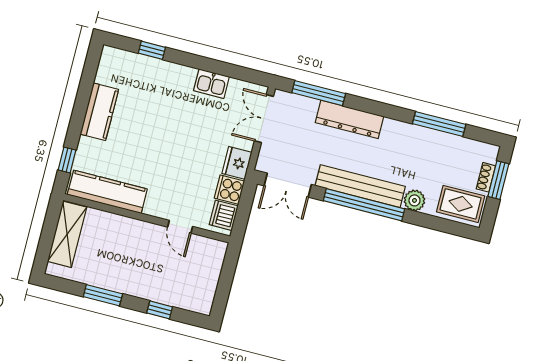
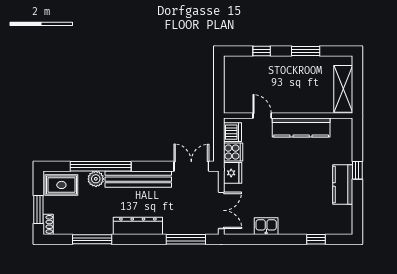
dresser: (350, 119) -> (138, 226), moved
window: (67, 160) -> (357, 170), moved
shoe rack: (486, 177) -> (48, 224), moved
kitchen counter: (107, 192) -> (301, 128), moved
window: (364, 205) -> (101, 166), moved

